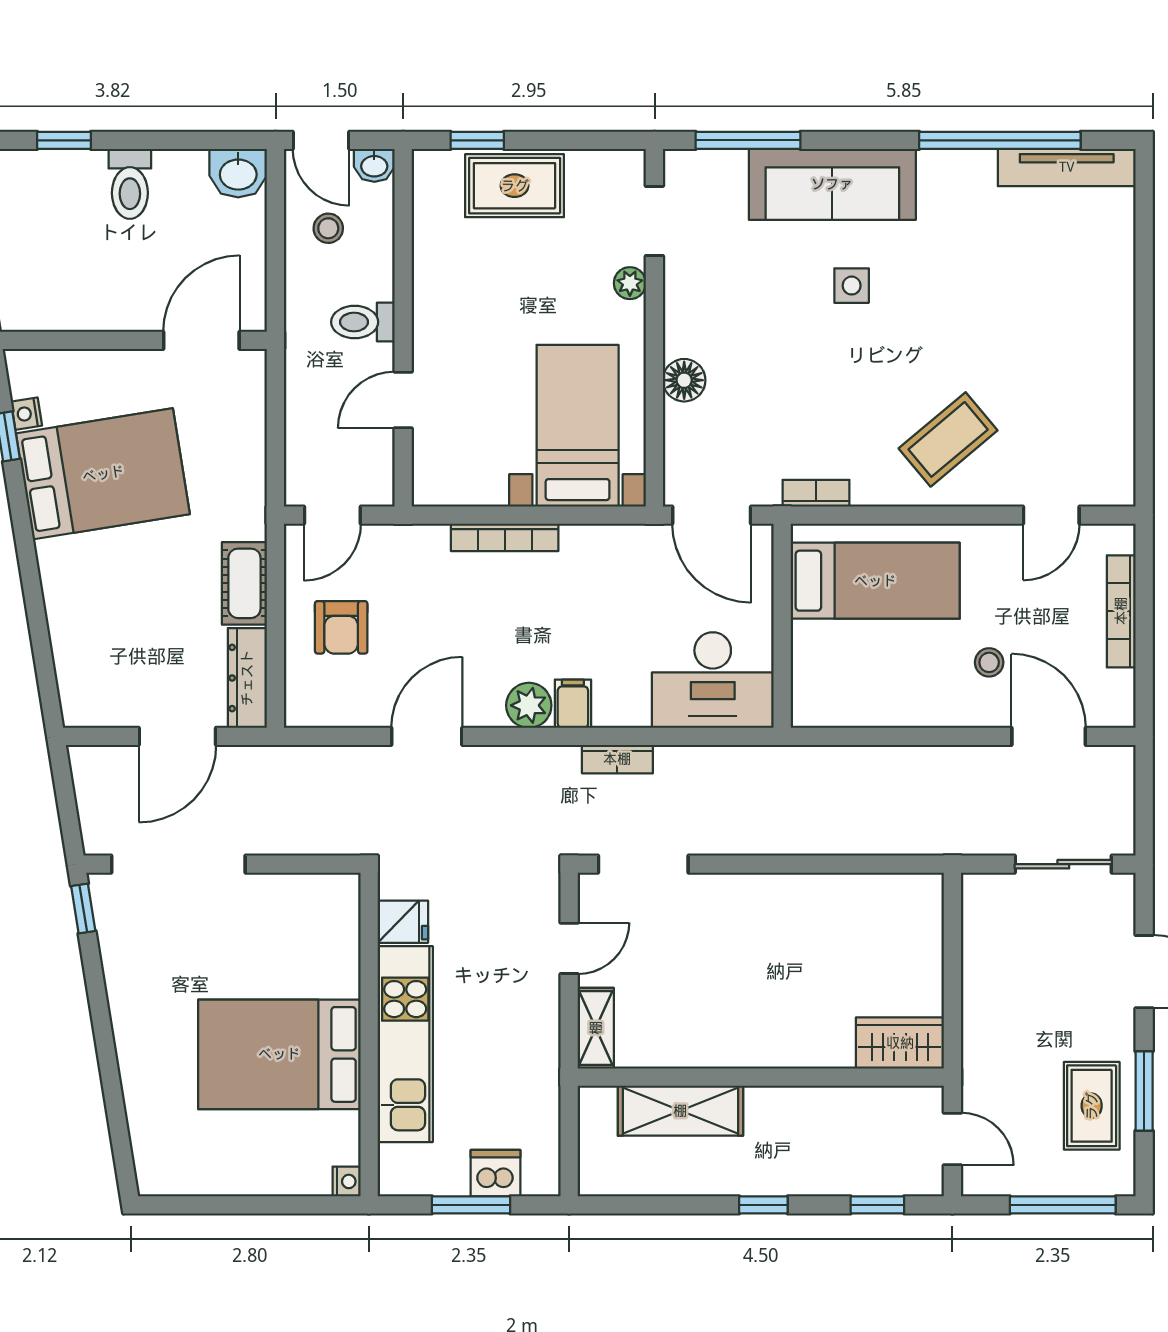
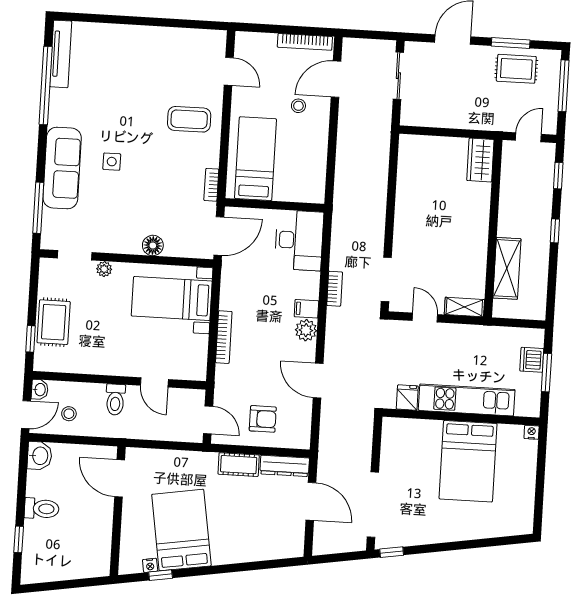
coffee table: (948, 439) -> (189, 119), turned -50
bookcase: (1121, 611) -> (305, 42), moved

